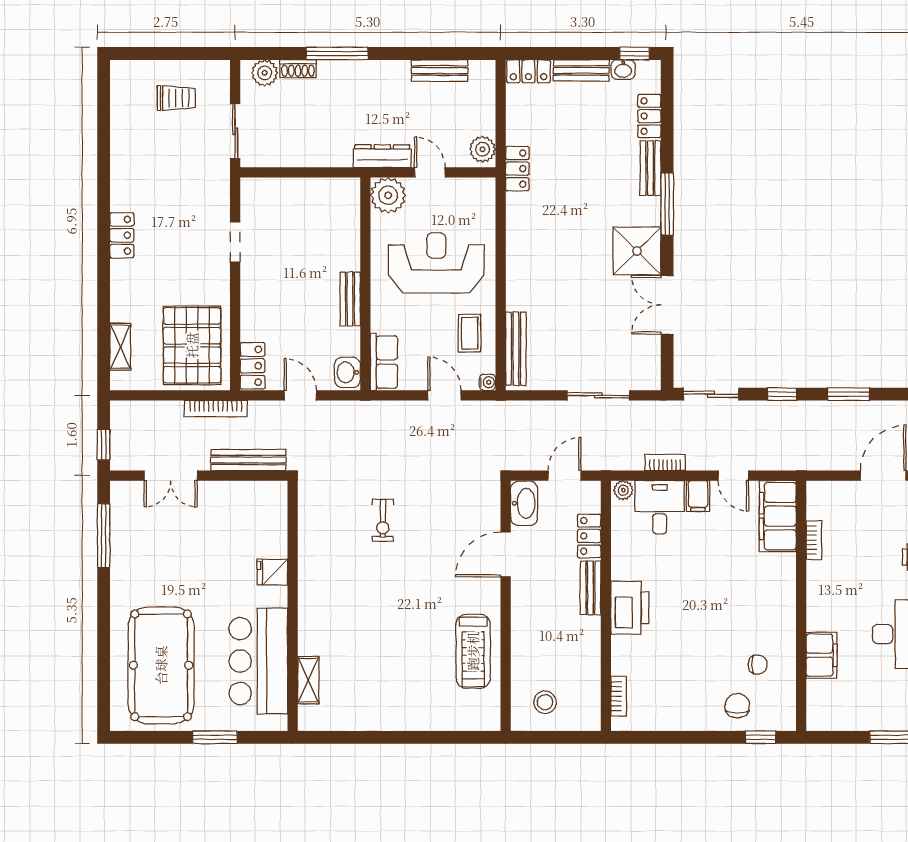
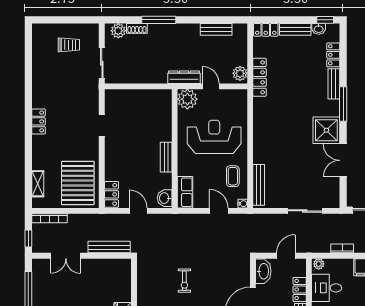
locker: (517, 169) -> (260, 77), width x1.53
bookcase: (216, 408) -> (49, 218), moved
desk: (660, 507) -> (327, 288), moved, turned -90

